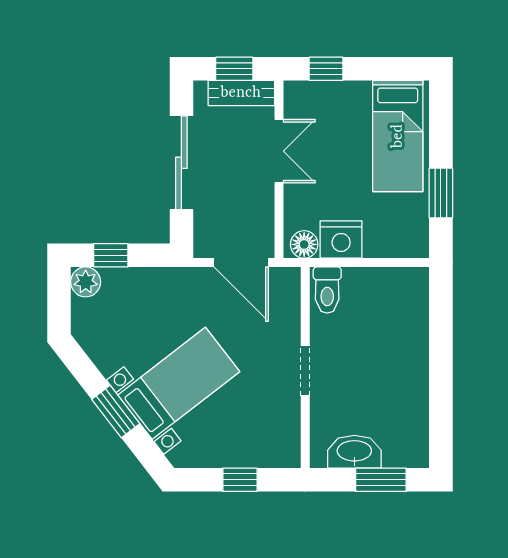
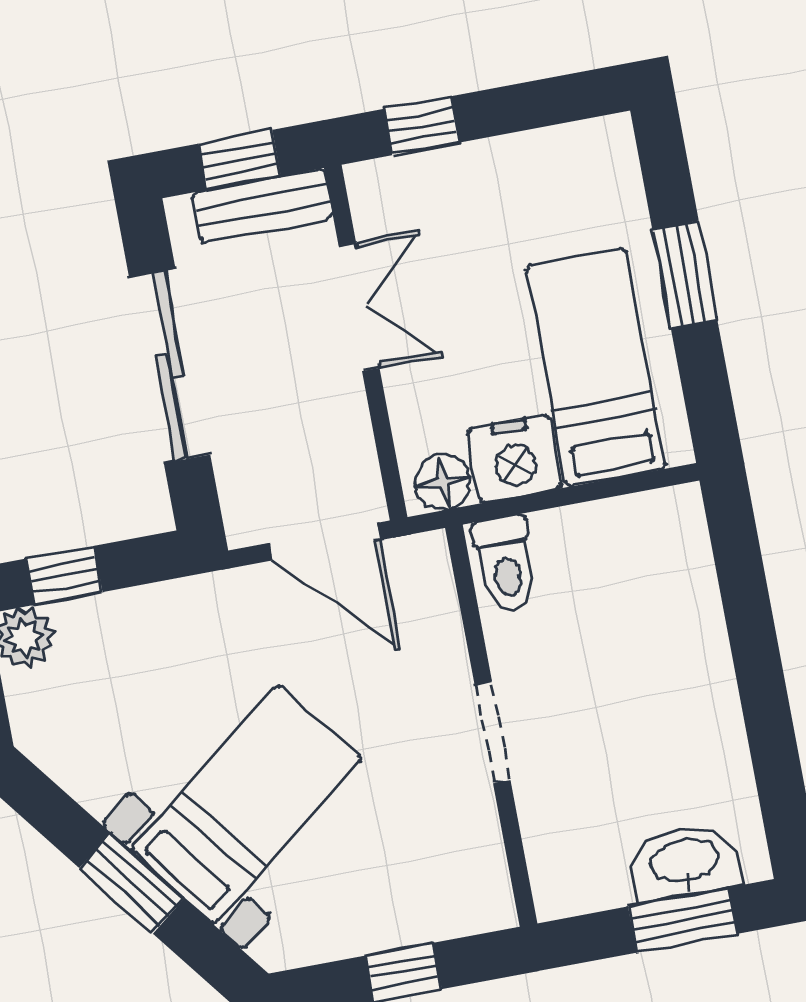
bed: (398, 136) -> (596, 368), moved, turned 180
window: (441, 193) -> (685, 274), moved
washbasin: (354, 452) -> (685, 862), moved

